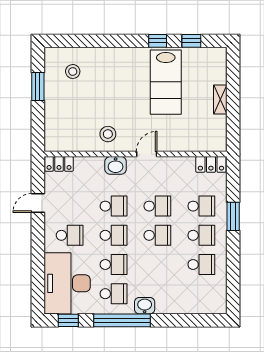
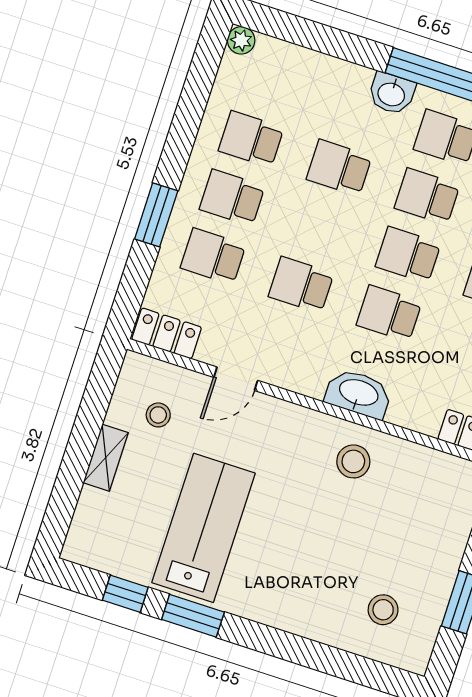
window: (158, 41) -> (193, 616), width x1.50
stool: (203, 126) -> (158, 415), added
door: (147, 154) -> (236, 379), moved
washbasin: (116, 165) -> (358, 394), width x1.38
school desk: (157, 235) -> (339, 168), moved
plant: (220, 308) -> (241, 40), added

